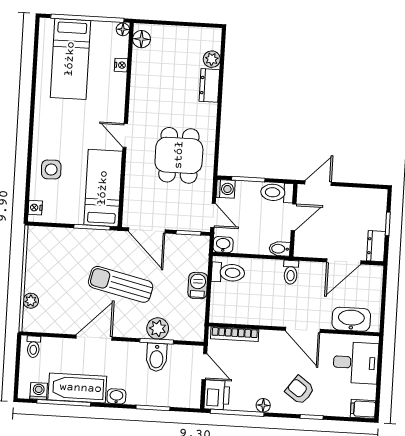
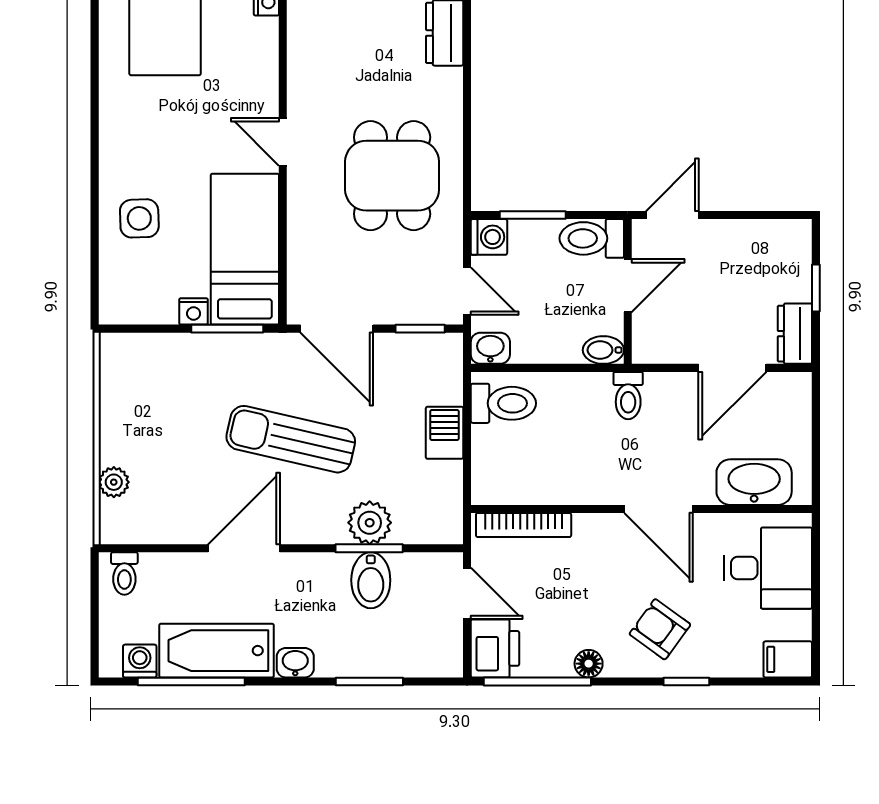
nightstand: (35, 208) -> (194, 311), moved, turned -90

